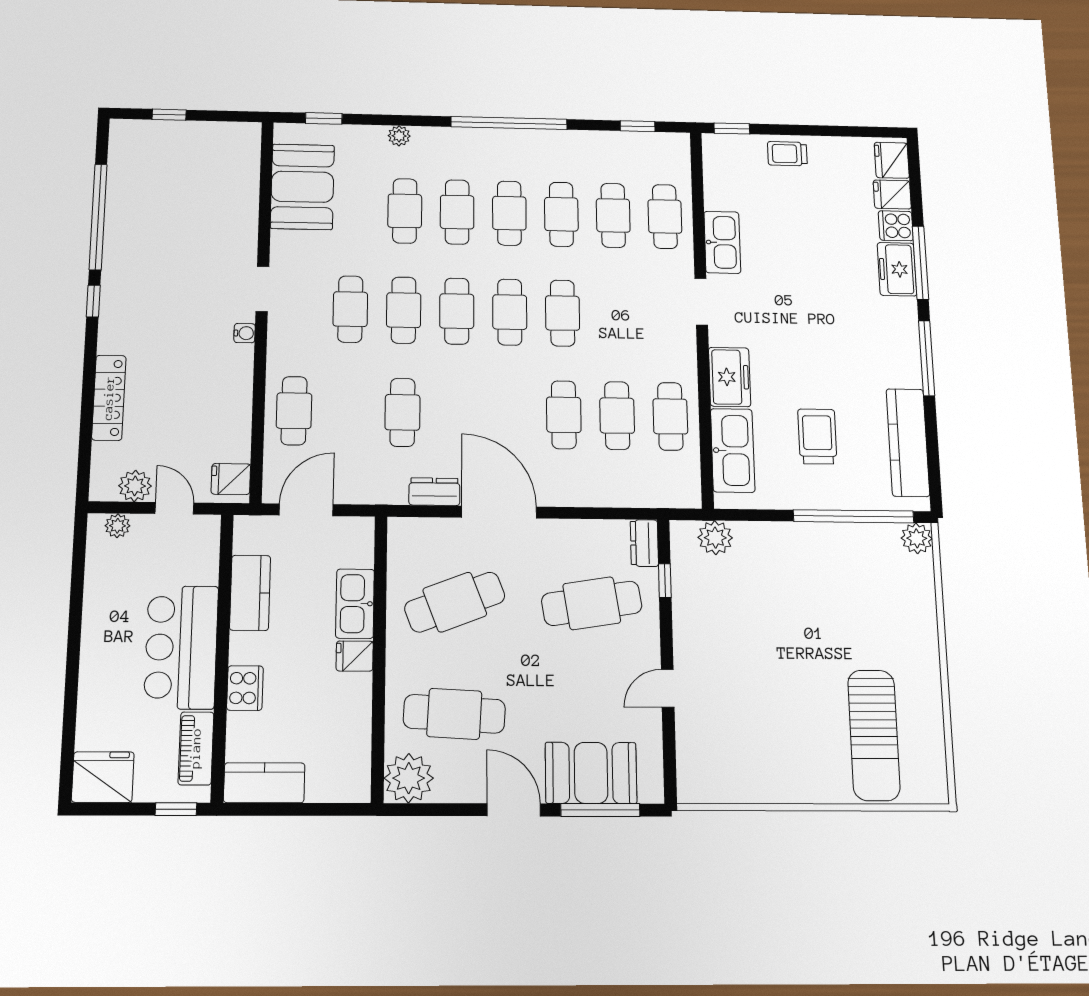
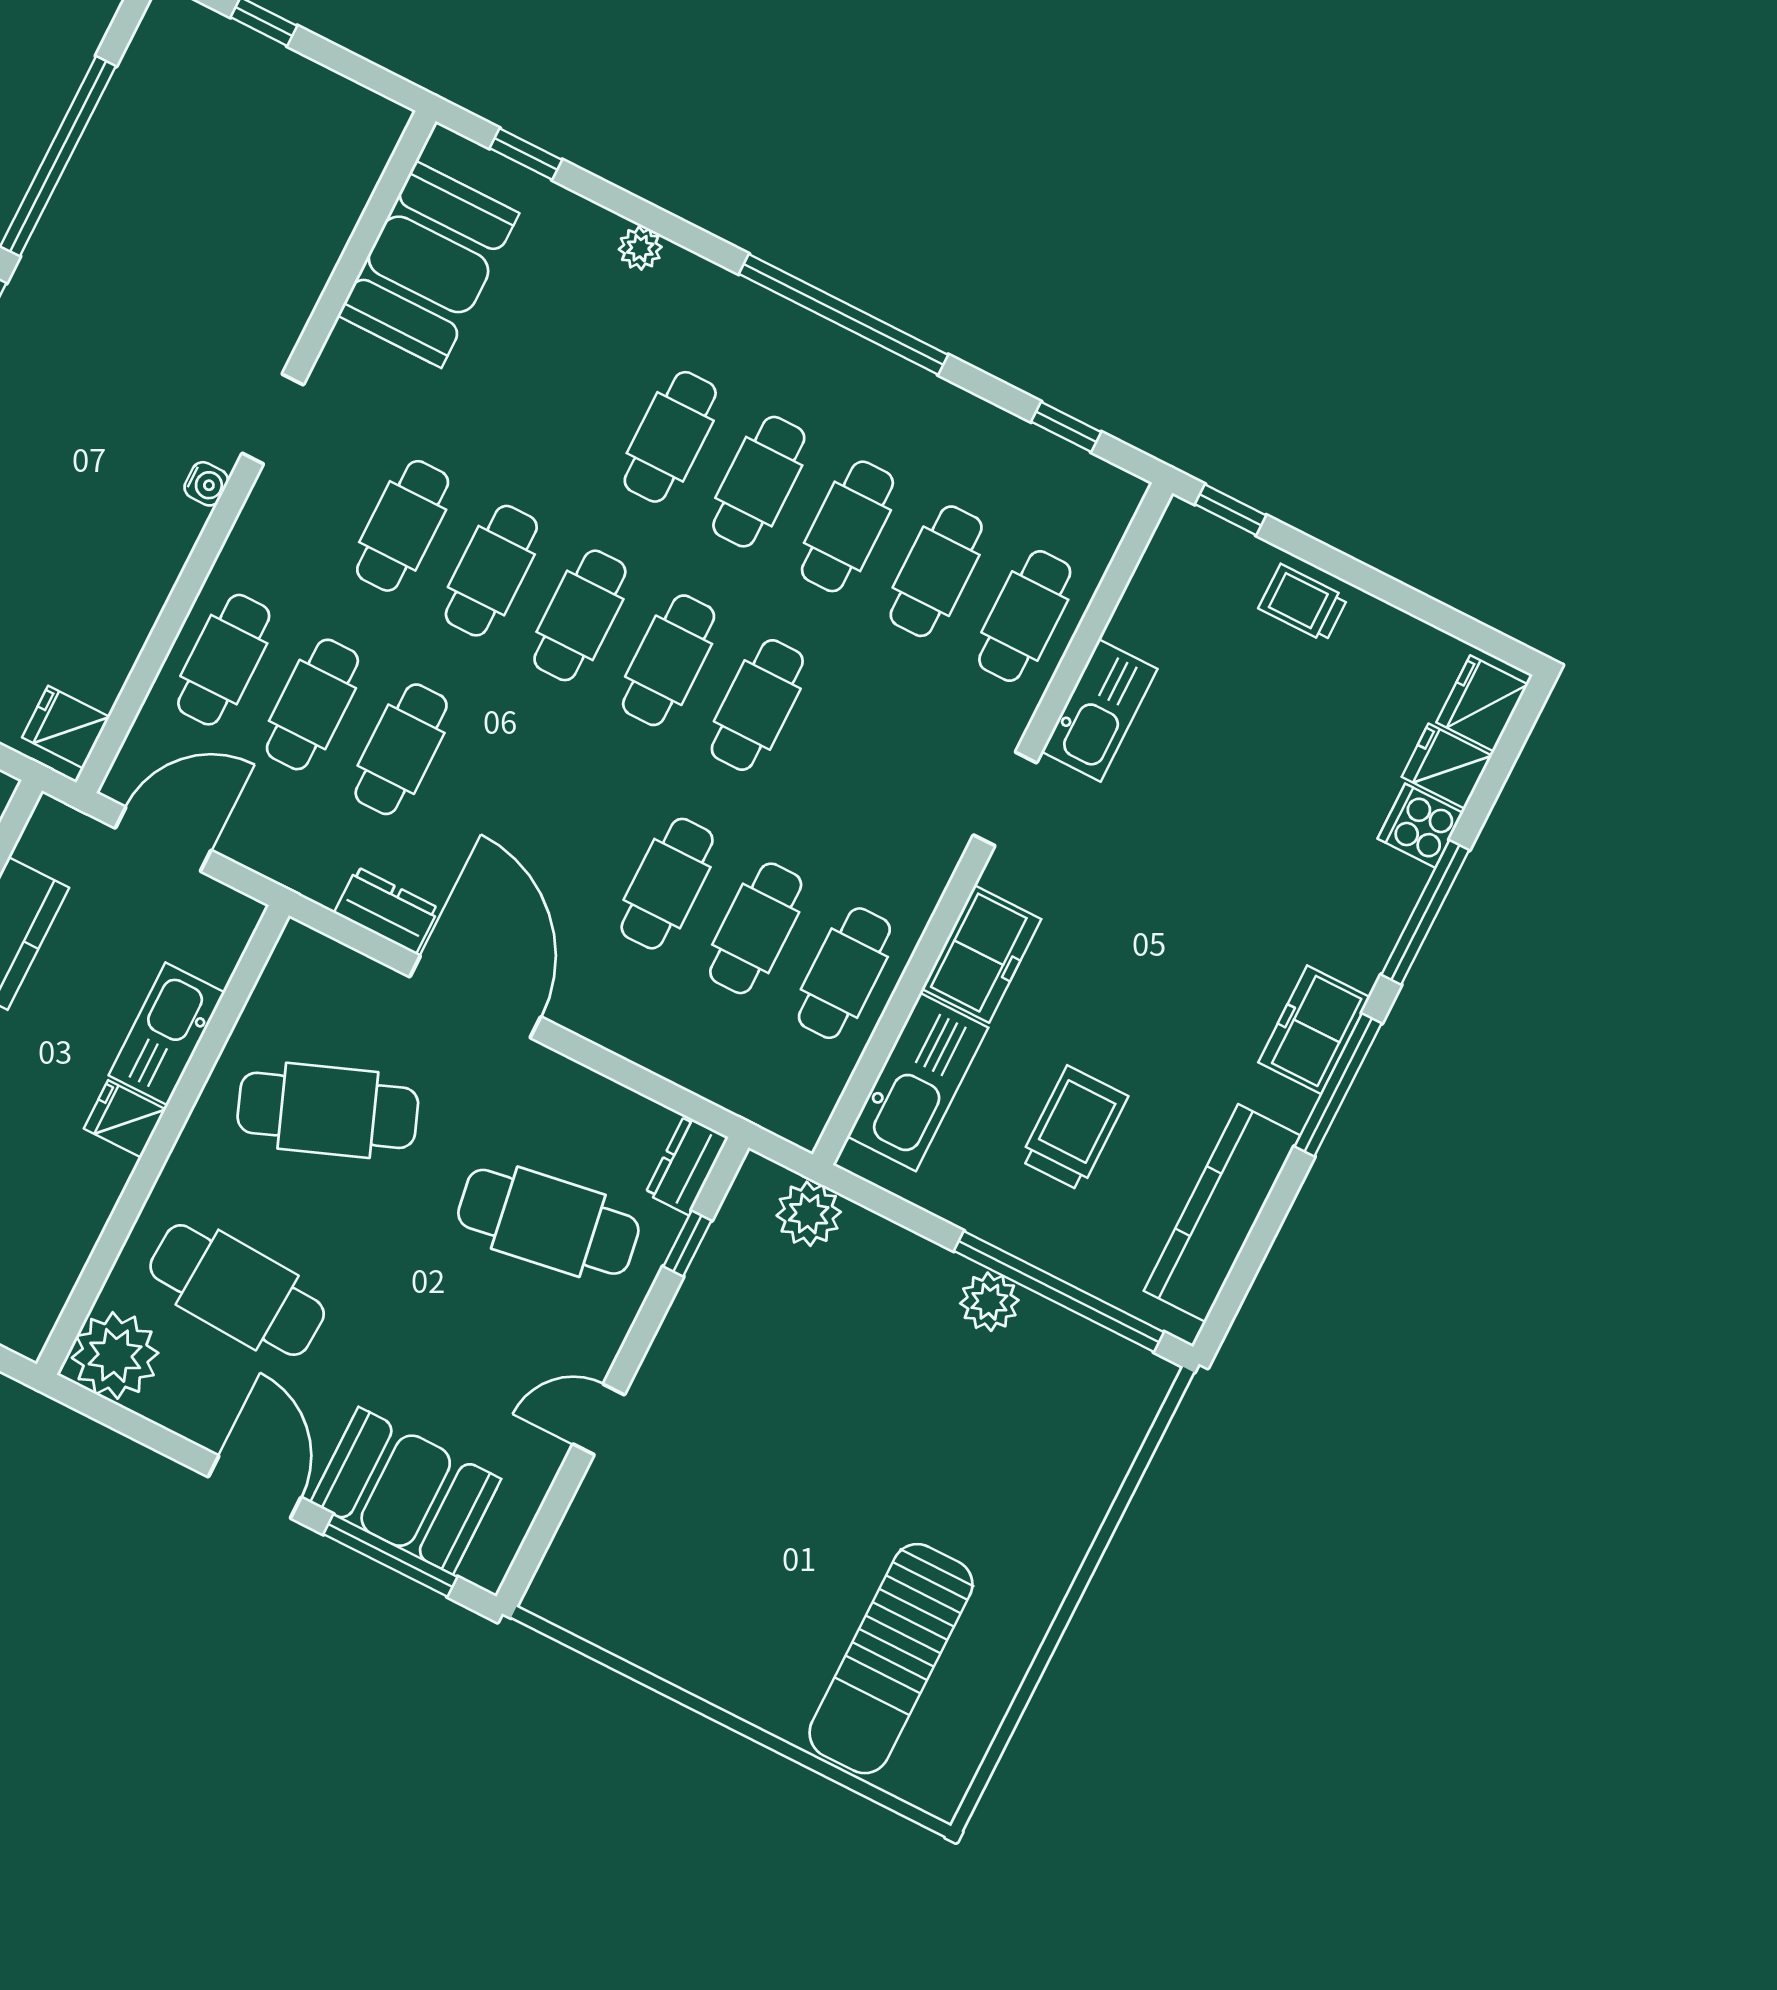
cafe table: (405, 211) -> (312, 704), moved
freezer: (897, 269) -> (1314, 1030), moved
plant: (917, 538) -> (989, 1302), moved

